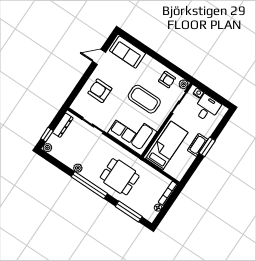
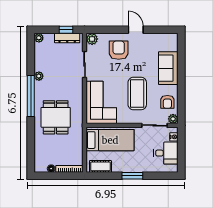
sofa: (128, 52) -> (168, 68), moved
door: (99, 57) -> (136, 30), moved
plant: (77, 106) -> (92, 39), added
window: (47, 135) -> (66, 30), moved
cot: (198, 145) -> (100, 166), moved
window: (129, 211) -> (31, 145), removed

